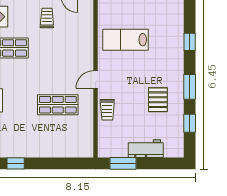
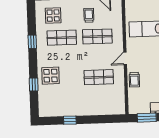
shop shelf: (58, 48) -> (97, 36), added

